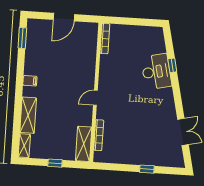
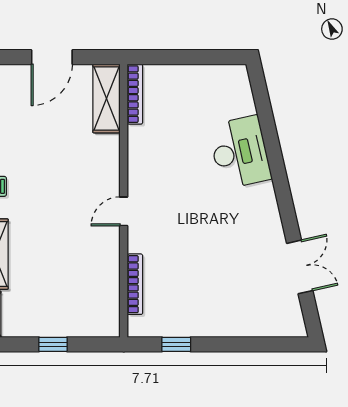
window: (172, 65) -> (270, 138), removed
shelving: (84, 144) -> (107, 98), moved
window: (147, 169) -> (176, 344), moved

